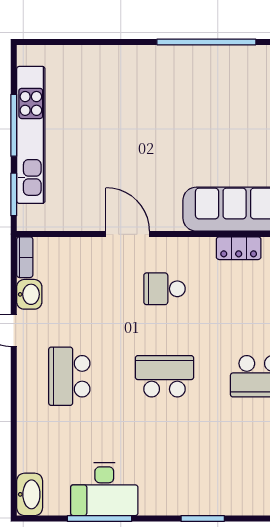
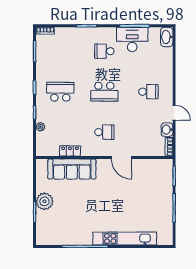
kitchen unit: (31, 135) -> (125, 239), moved, turned 90
school desk: (69, 376) -> (148, 92), width x0.54
school desk: (164, 464) -> (104, 51), added

